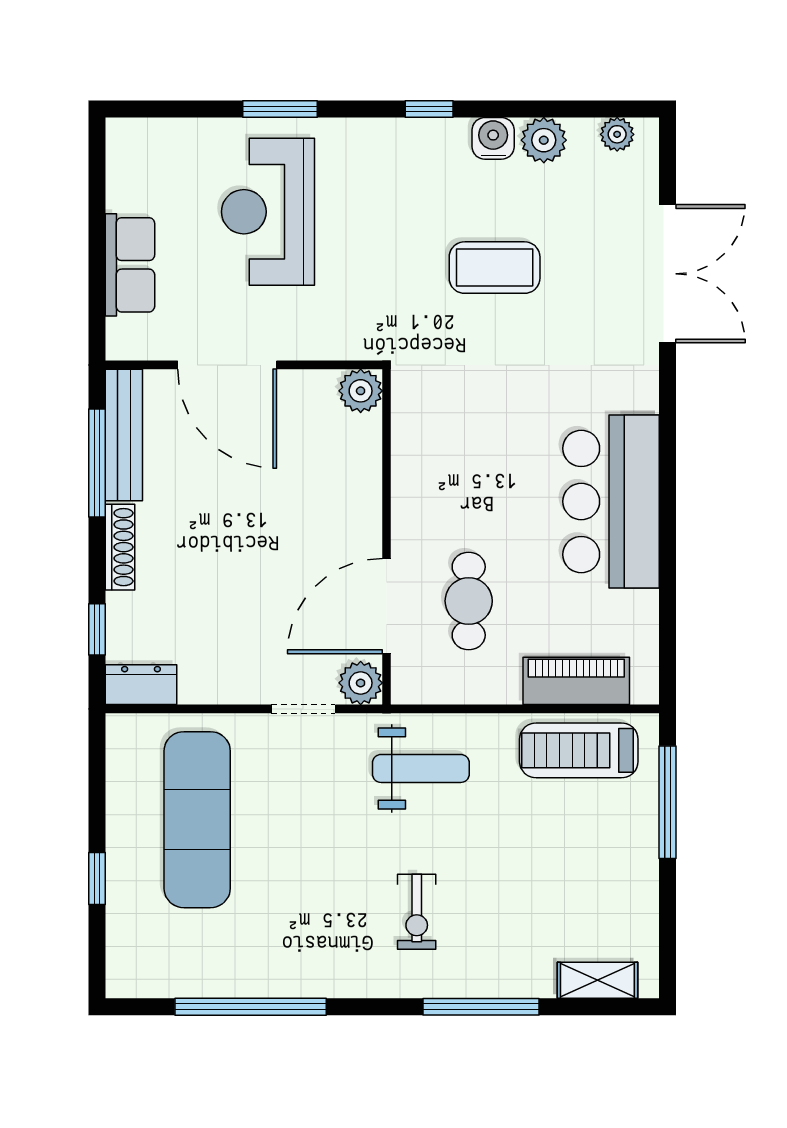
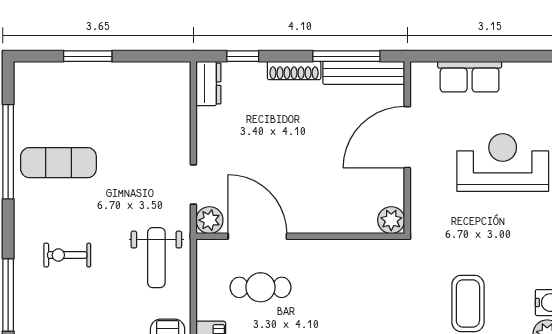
exercise mat: (197, 820) -> (58, 163), moved, width x0.73, depth x0.69
window: (97, 879) -> (88, 56), width x1.50

